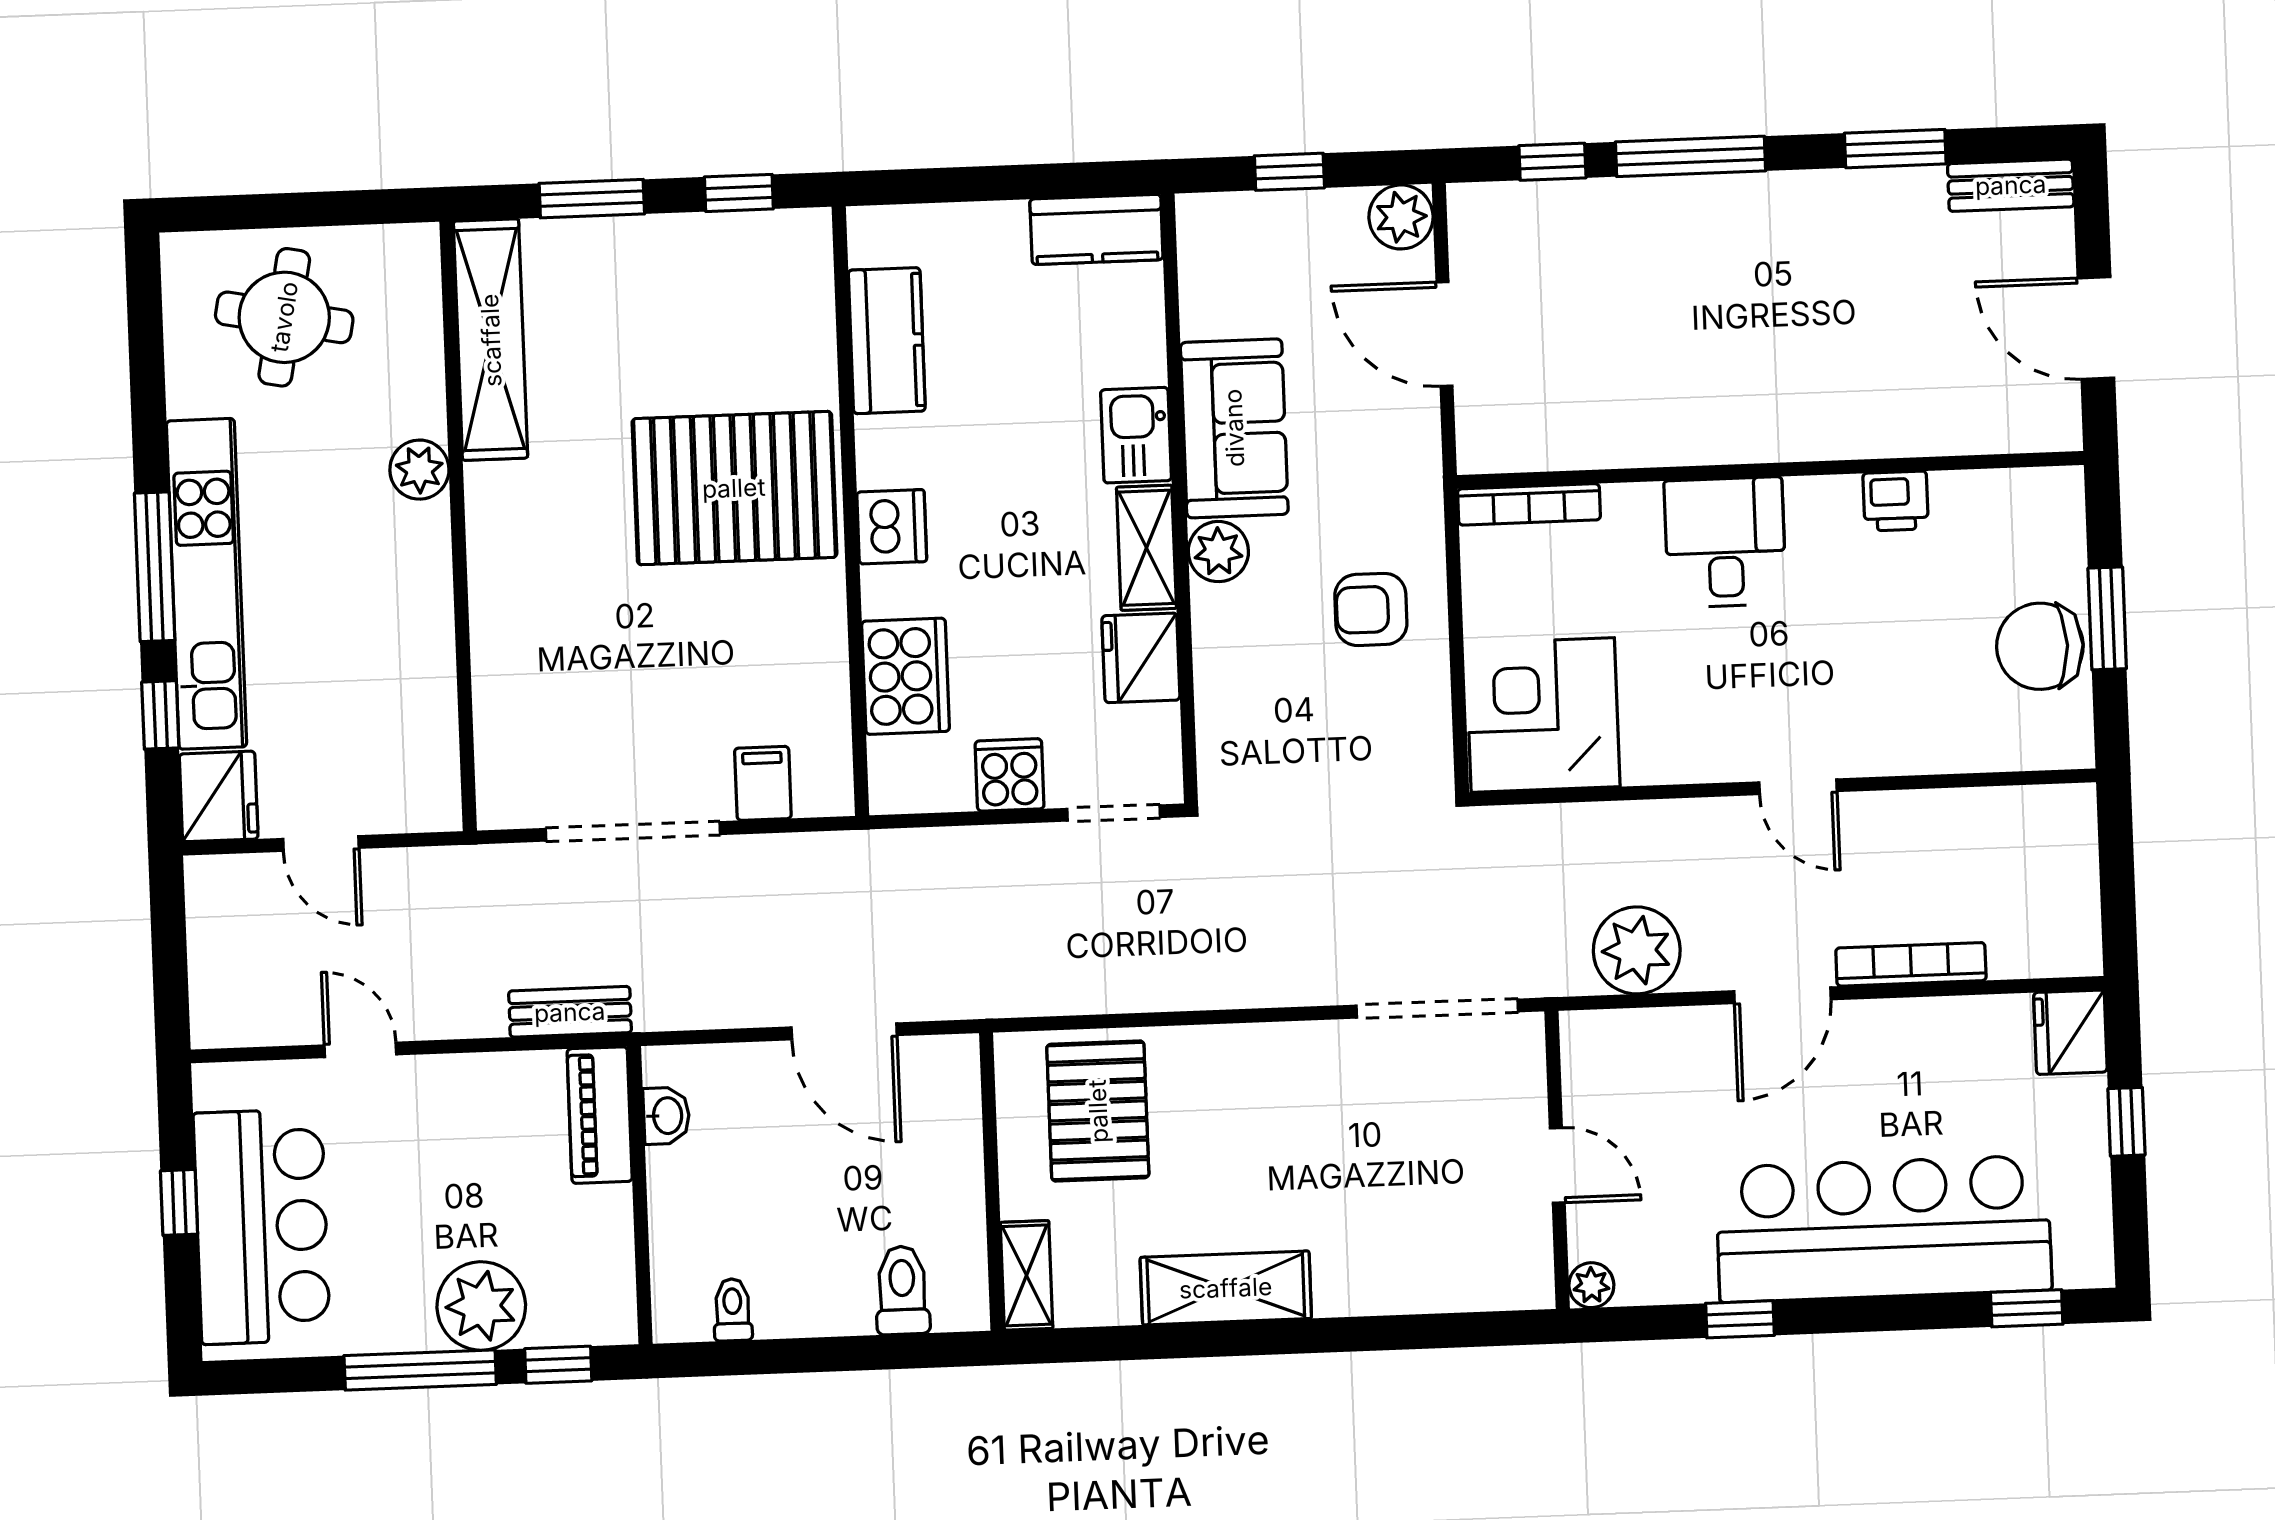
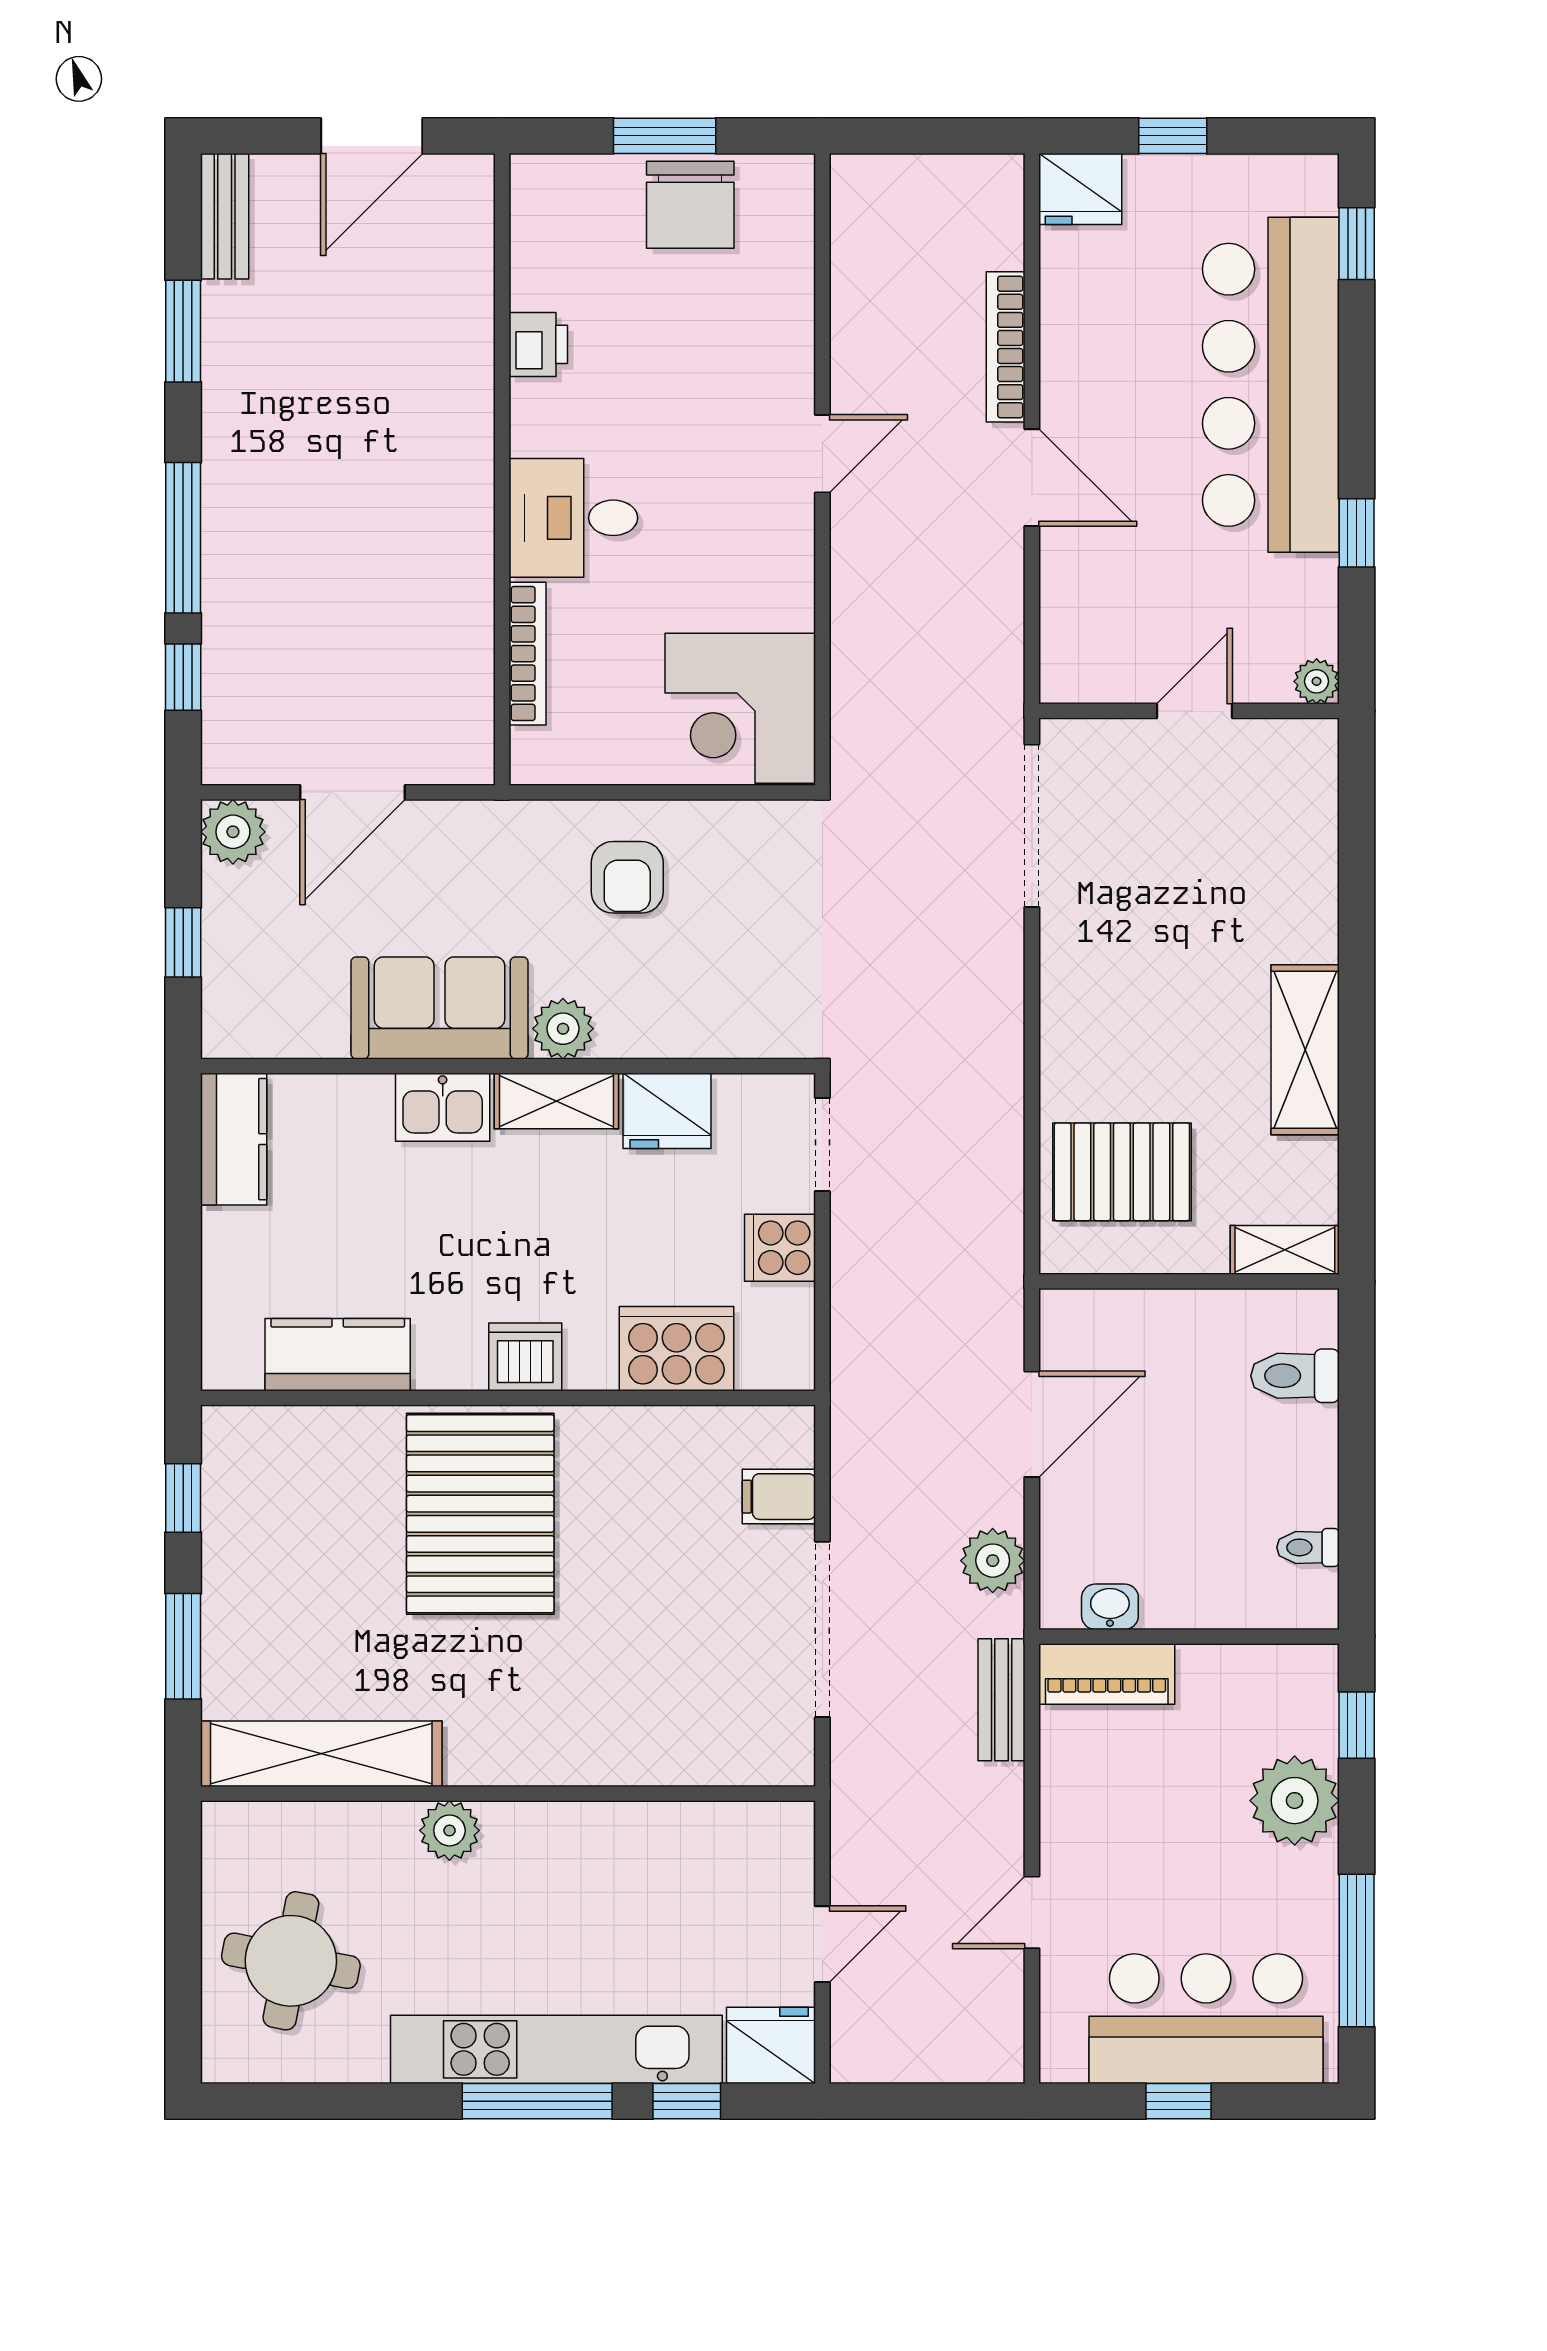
bookcase: (1529, 504) -> (527, 654), moved
plant: (1637, 950) -> (993, 1561), moved, width x0.73, depth x0.73
window: (420, 1370) -> (1357, 1951), moved

